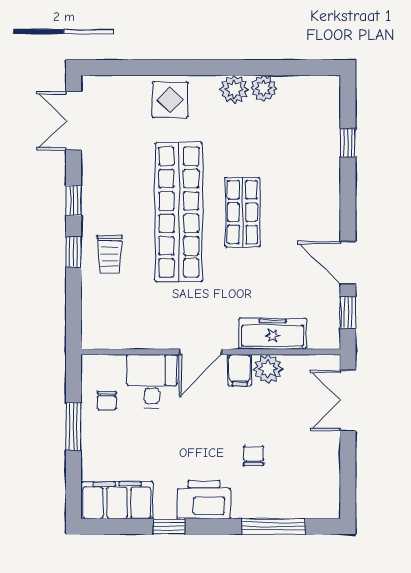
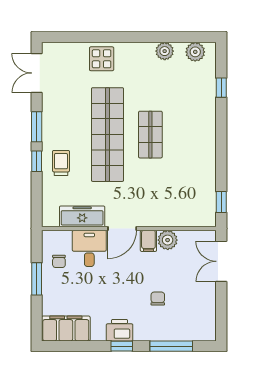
plant: (234, 89) -> (195, 52), moved
window: (74, 201) -> (37, 127), width x1.50
trolley: (110, 254) -> (61, 163), turned 180
door: (348, 263) -> (221, 169), removed
freezer: (273, 334) -> (82, 216), moved
printer: (204, 500) -> (120, 330), width x0.73, depth x0.84
window: (169, 526) -> (122, 346), moved

